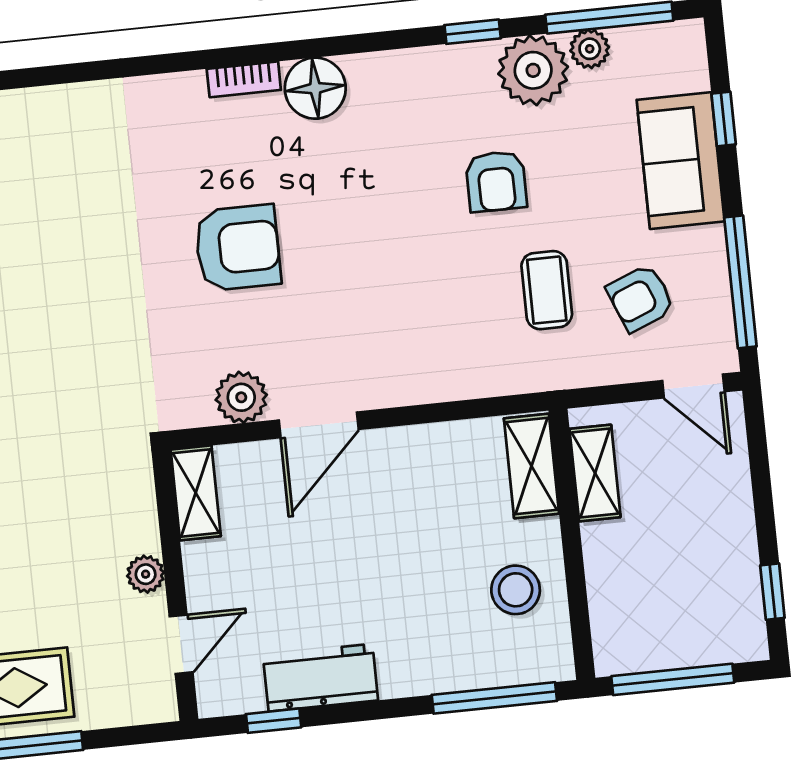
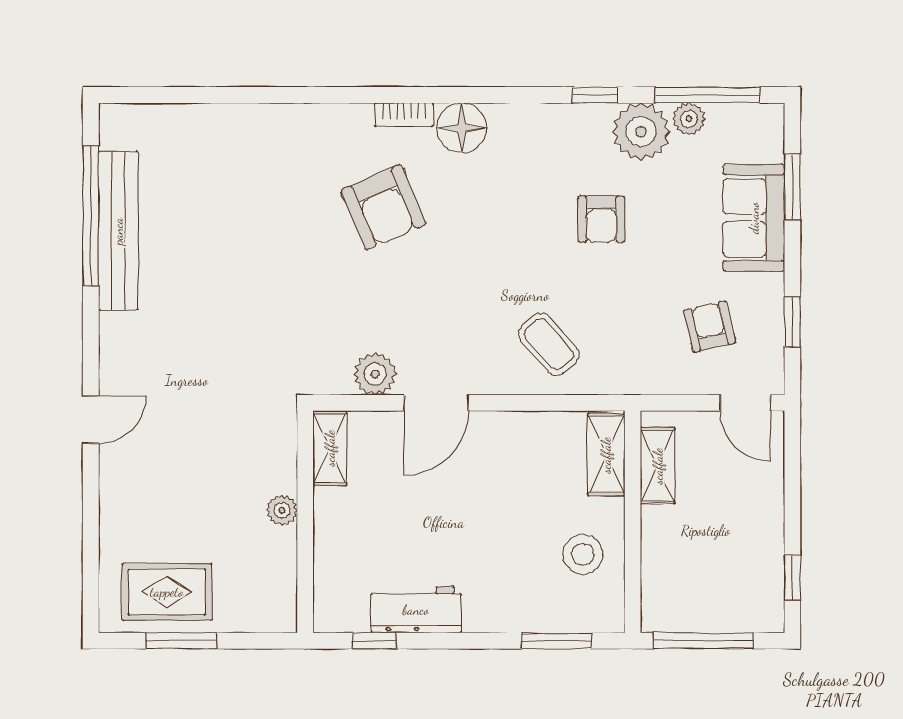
window: (724, 119) -> (792, 187), width x1.50
armchair: (238, 248) -> (383, 207), moved, turned 67
window: (740, 282) -> (792, 322), width x0.46
coffee table: (547, 290) -> (549, 344), moved, turned -41
armchair: (641, 298) -> (709, 327), turned 99
door: (181, 644) -> (305, 571), removed
window: (494, 698) -> (556, 641), width x0.69

